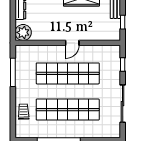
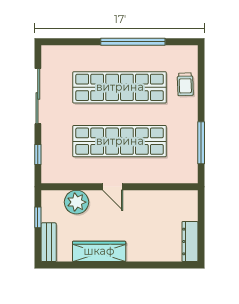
plant: (23, 32) -> (76, 202), moved
door: (72, 43) -> (113, 187), swing flipped

